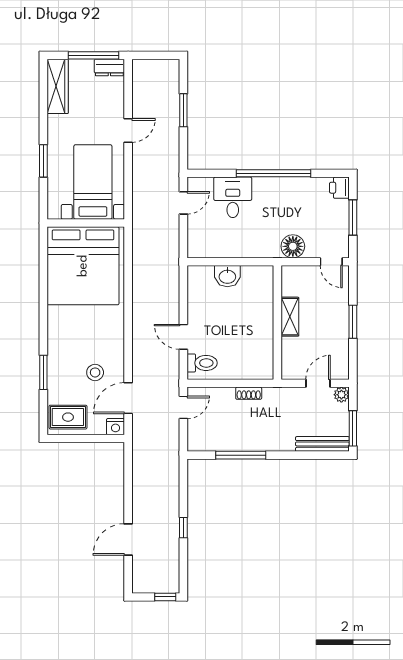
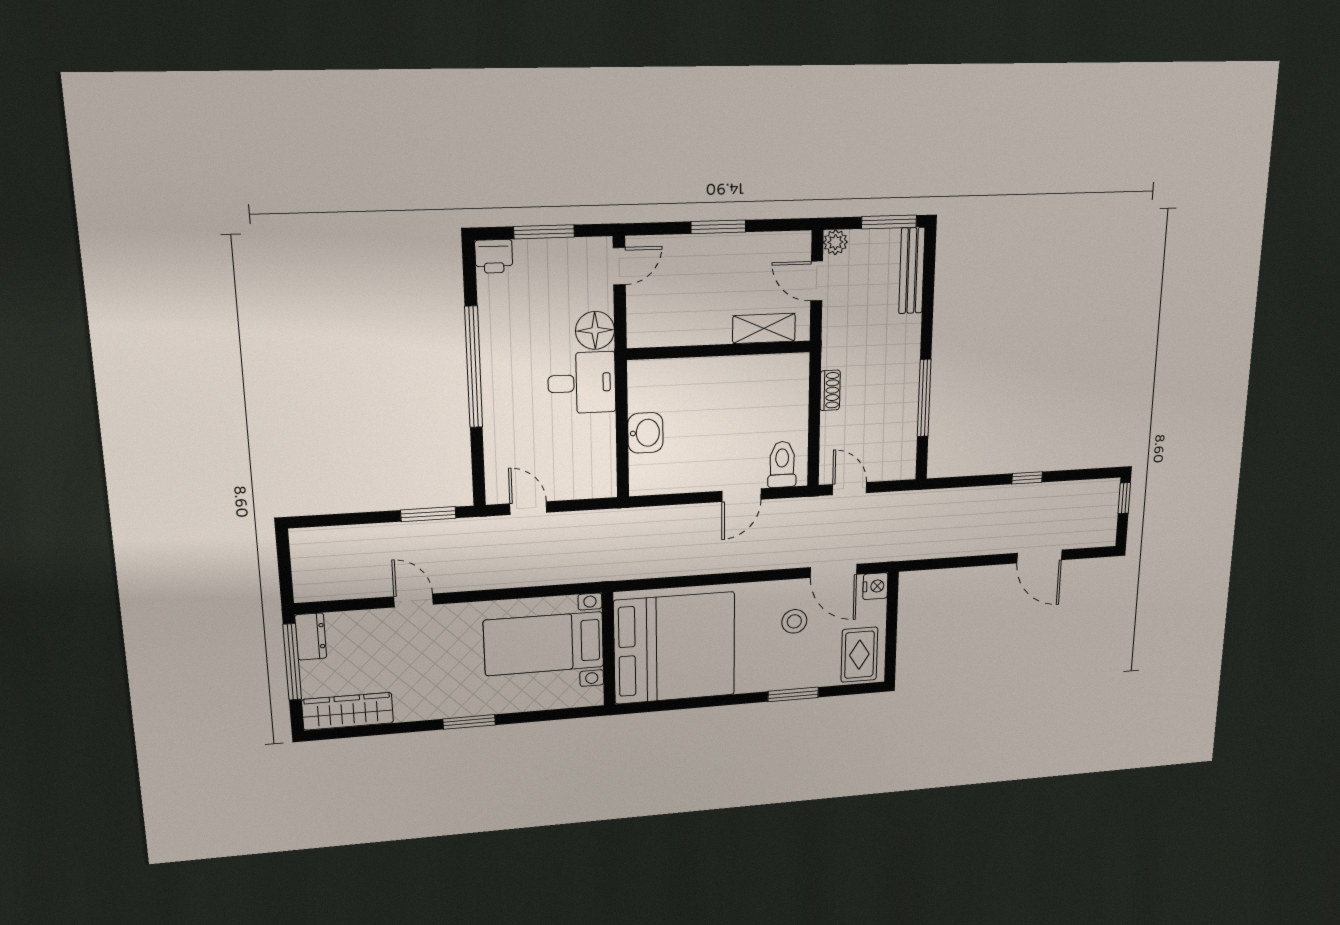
window: (183, 110) -> (428, 514), moved
bed with nightstands: (93, 182) -> (544, 644), moved
desk: (233, 197) -> (582, 383), moved, turned 180
wall: (86, 223) -> (609, 649), moved
bed: (83, 266) -> (675, 648), moved
shelving: (290, 317) -> (764, 328), moved

